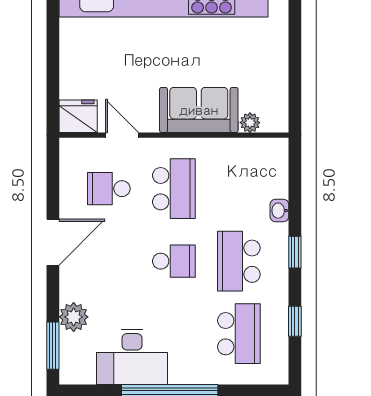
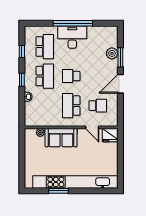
school desk: (239, 334) -> (45, 47), turned 180
window: (53, 346) -> (120, 57), moved
desk: (132, 357) -> (72, 37), moved

